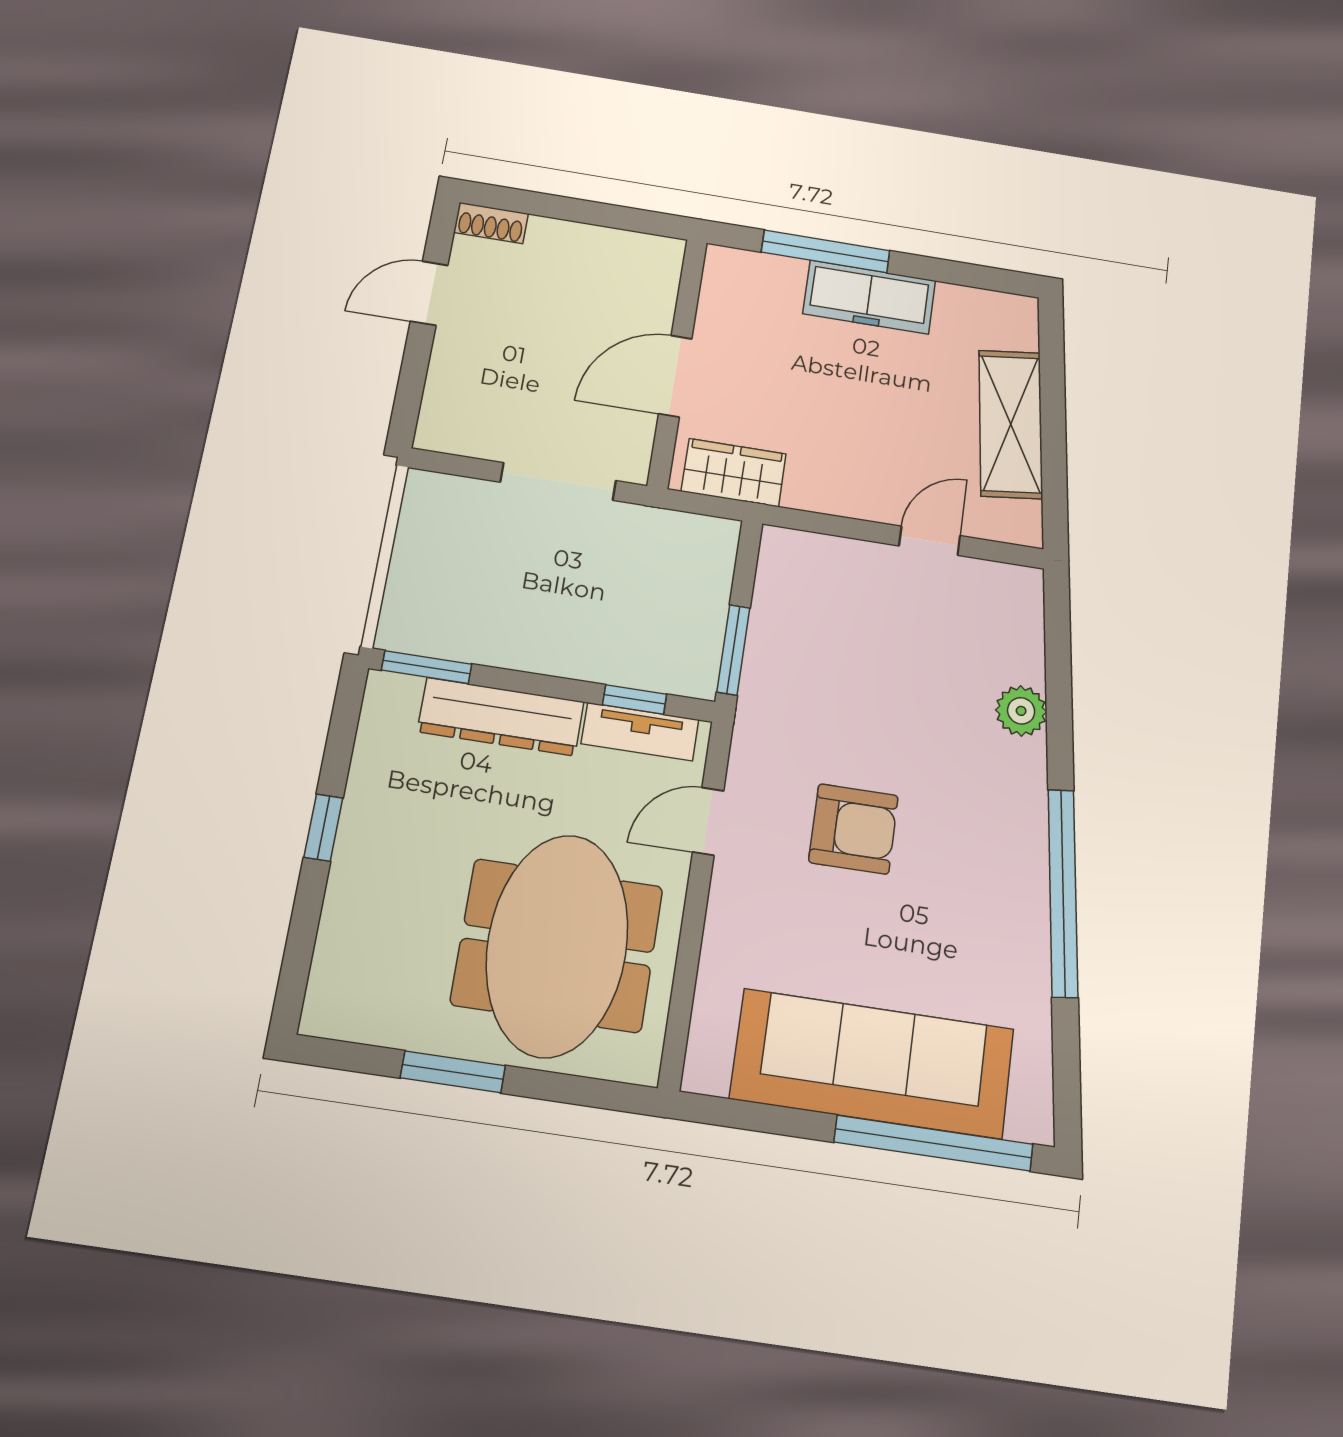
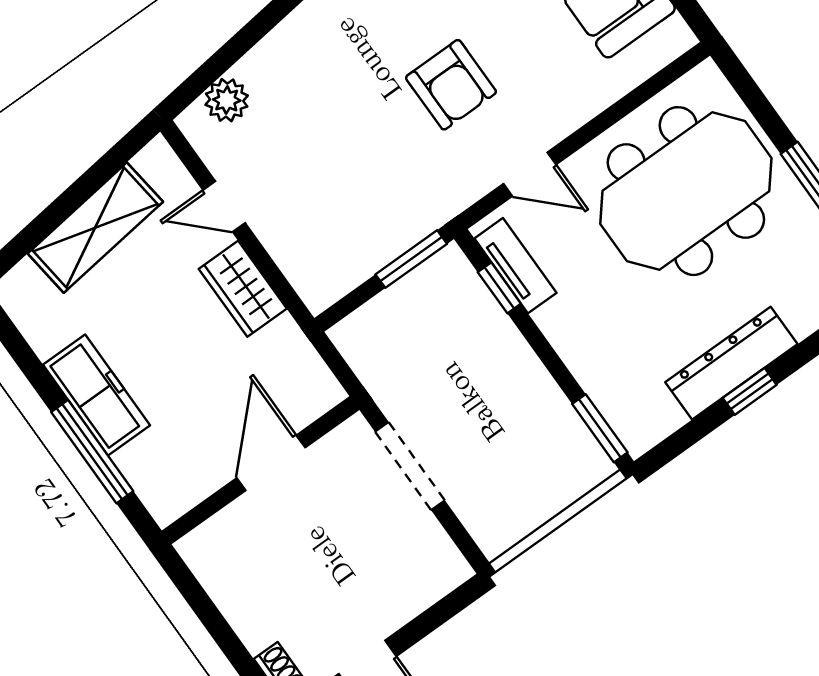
door: (675, 376) -> (271, 463), swing flipped
wardrobe: (734, 473) -> (243, 289), moved
plant: (1021, 711) -> (227, 100), moved
dresser: (501, 717) -> (731, 363), moved, turned -90
armchair: (853, 829) -> (451, 85), turned 180

